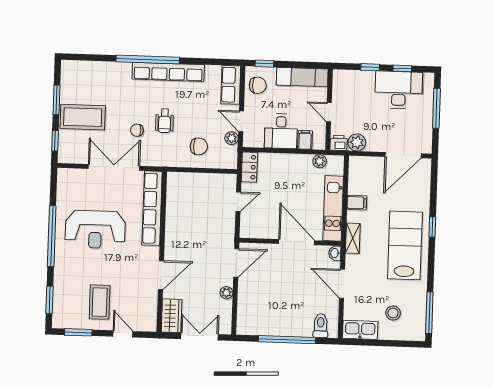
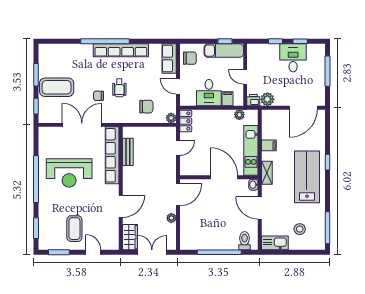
window: (264, 64) -> (225, 41), moved
desk: (399, 90) -> (293, 58), width x0.73
plant: (232, 138) -> (171, 118), moved
bench: (173, 205) -> (128, 152), added

